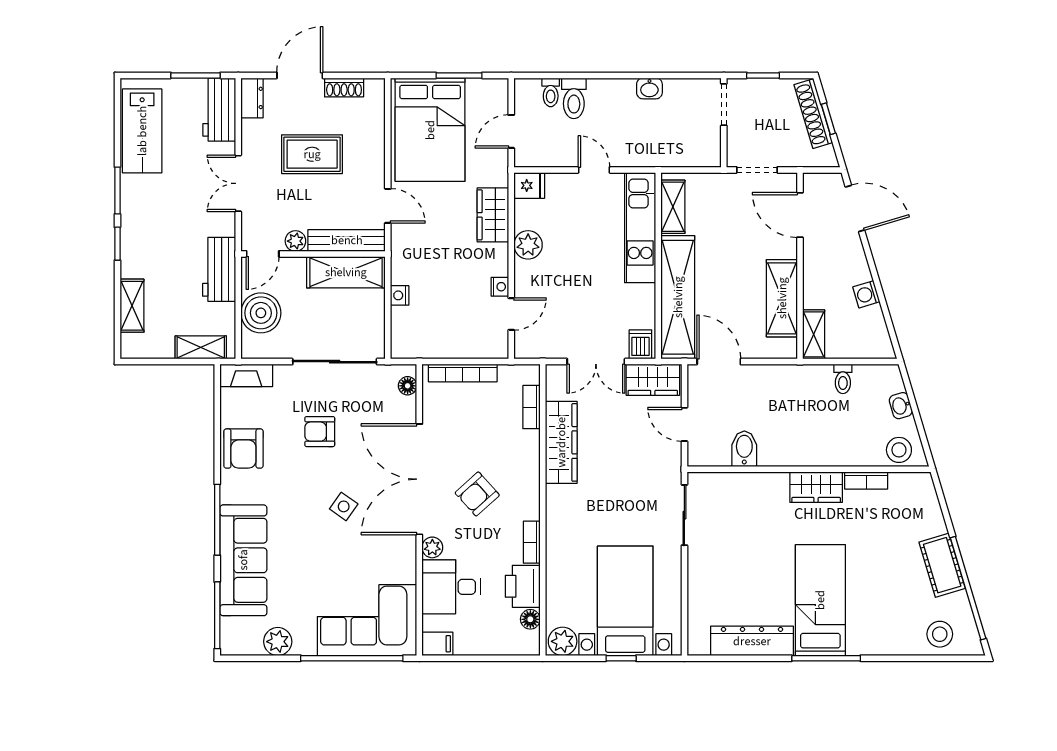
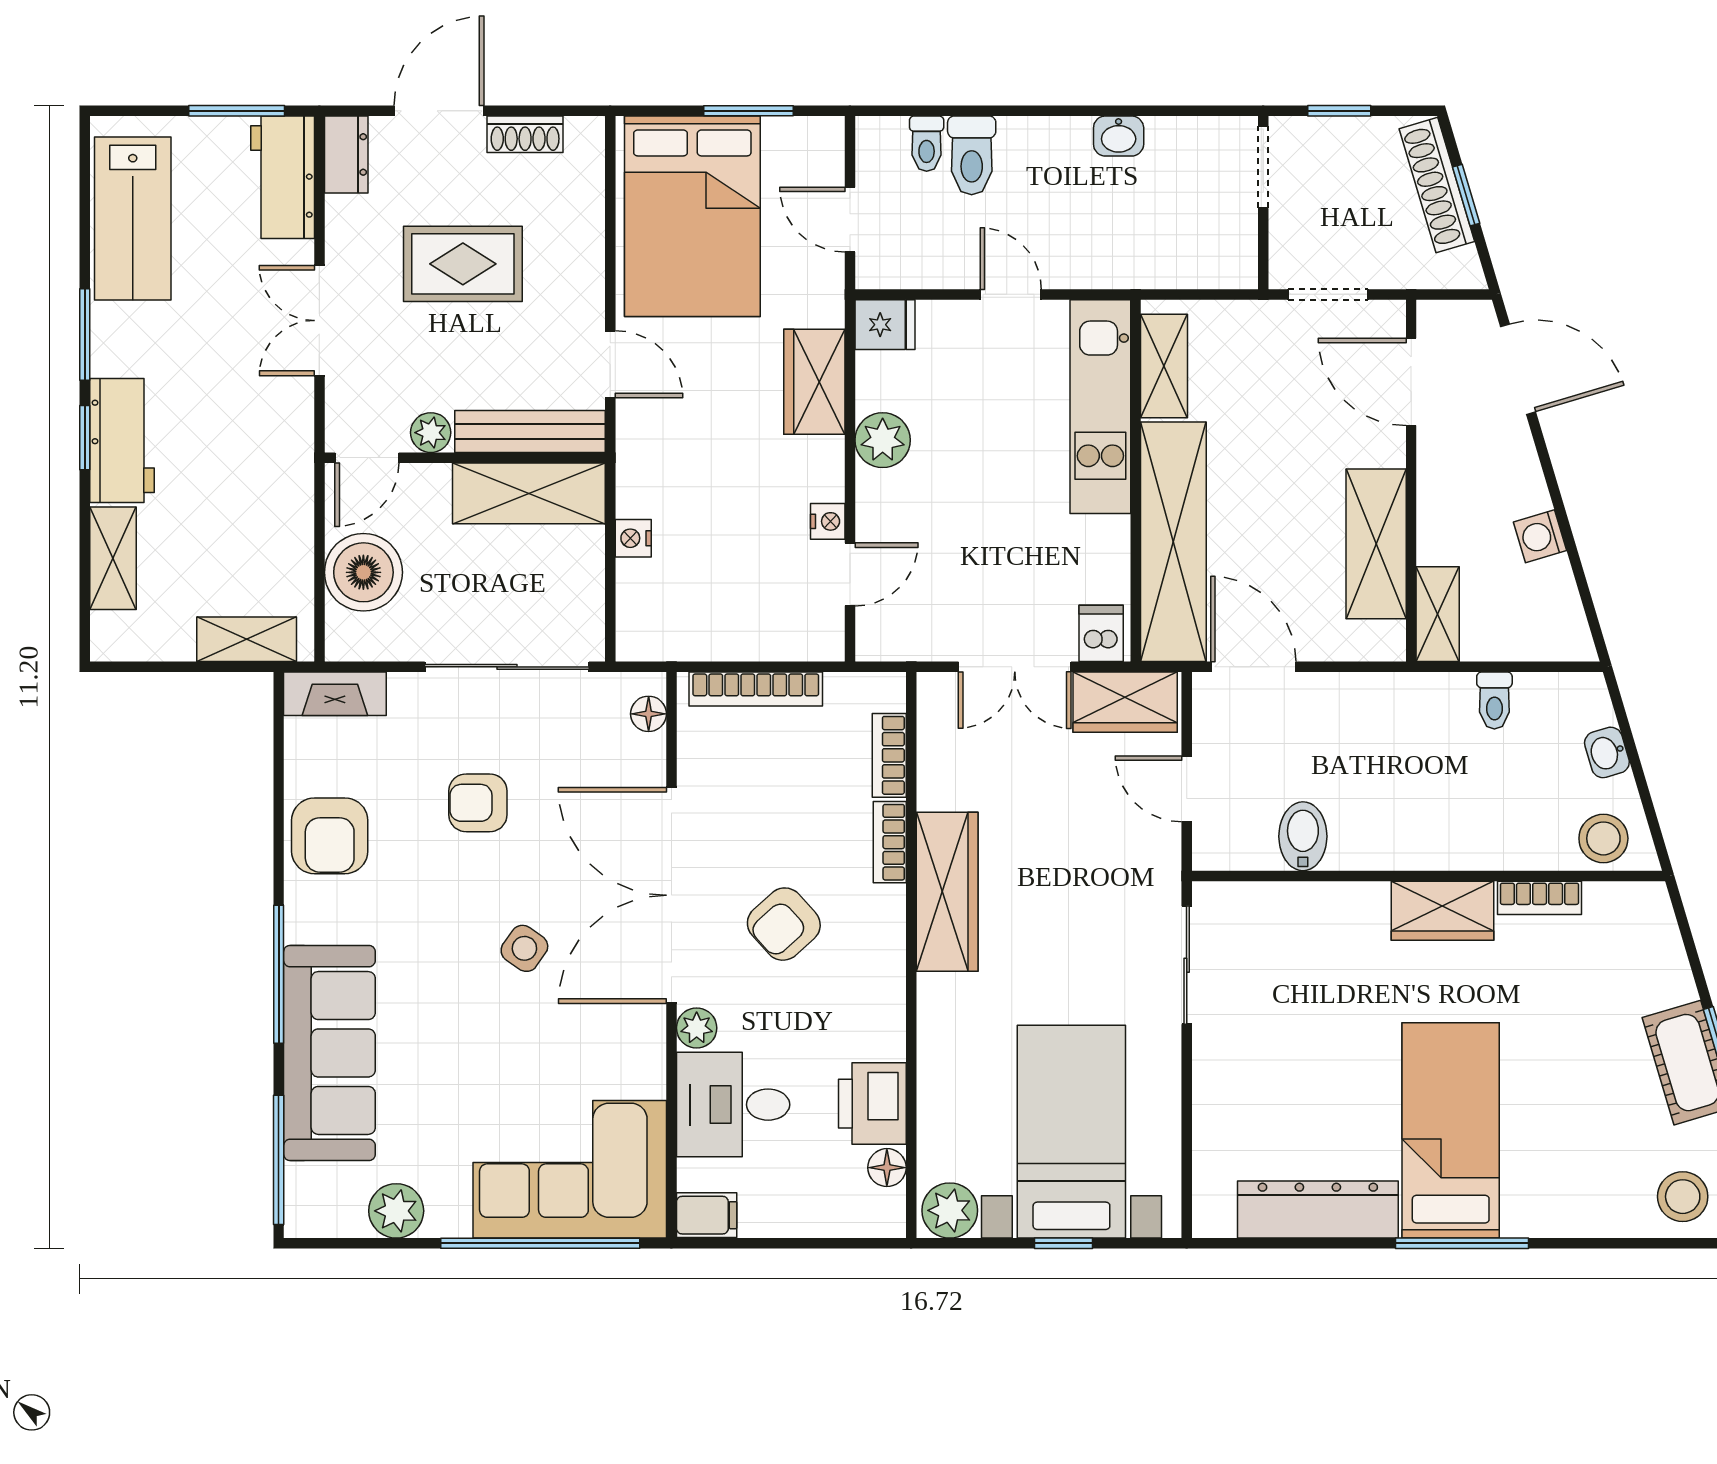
door: (511, 131) -> (850, 220), hinge flipped
workbench: (219, 269) -> (122, 441), moved, turned 180
wardrobe: (561, 442) -> (947, 892), moved
bookcase: (532, 542) -> (890, 842), moved

